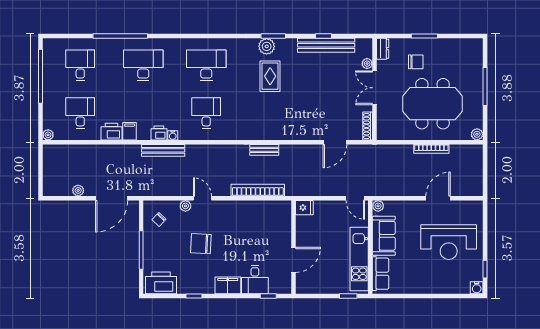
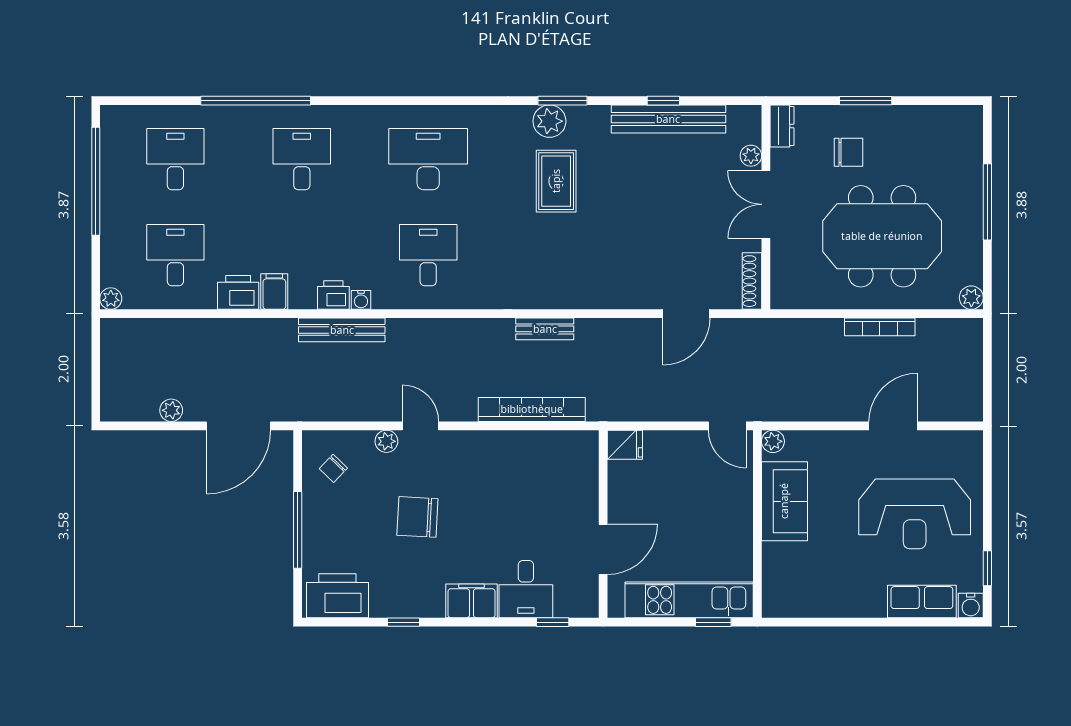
desk: (143, 65) -> (302, 159), width x0.73
kitchen unit: (359, 259) -> (689, 600), moved, turned 90
row of seats: (381, 274) -> (922, 602), moved, turned -90

